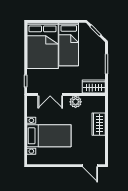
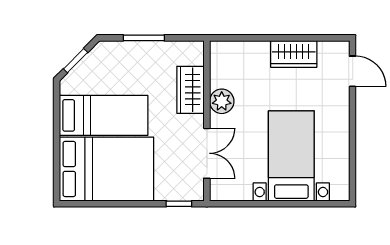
wardrobe: (94, 87) -> (190, 90), moved
wardrobe: (99, 124) -> (294, 54), moved
door: (90, 166) -> (353, 71), hinge flipped

